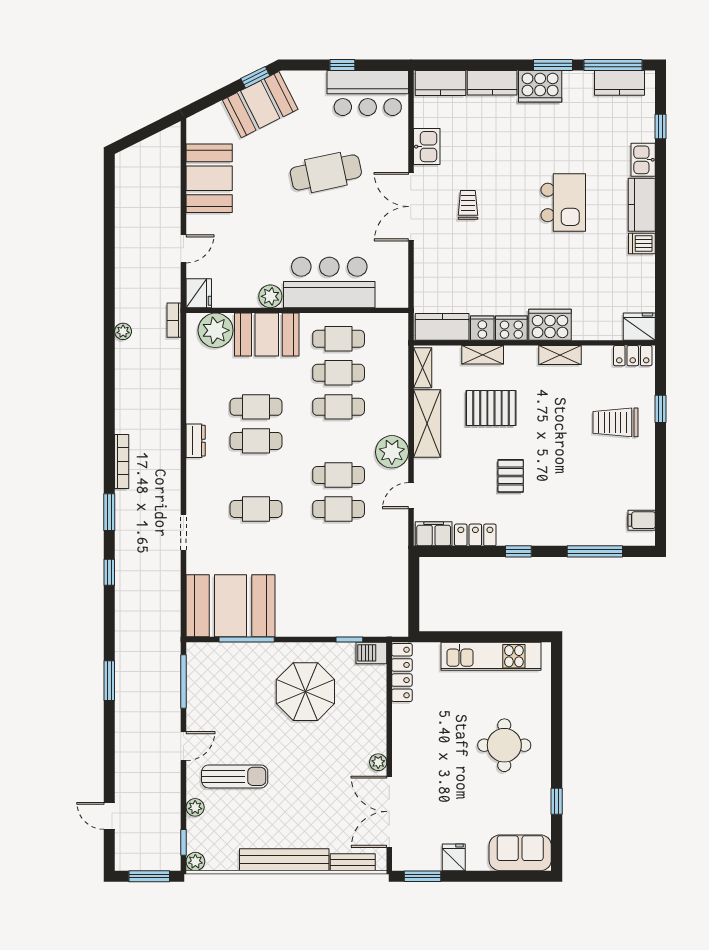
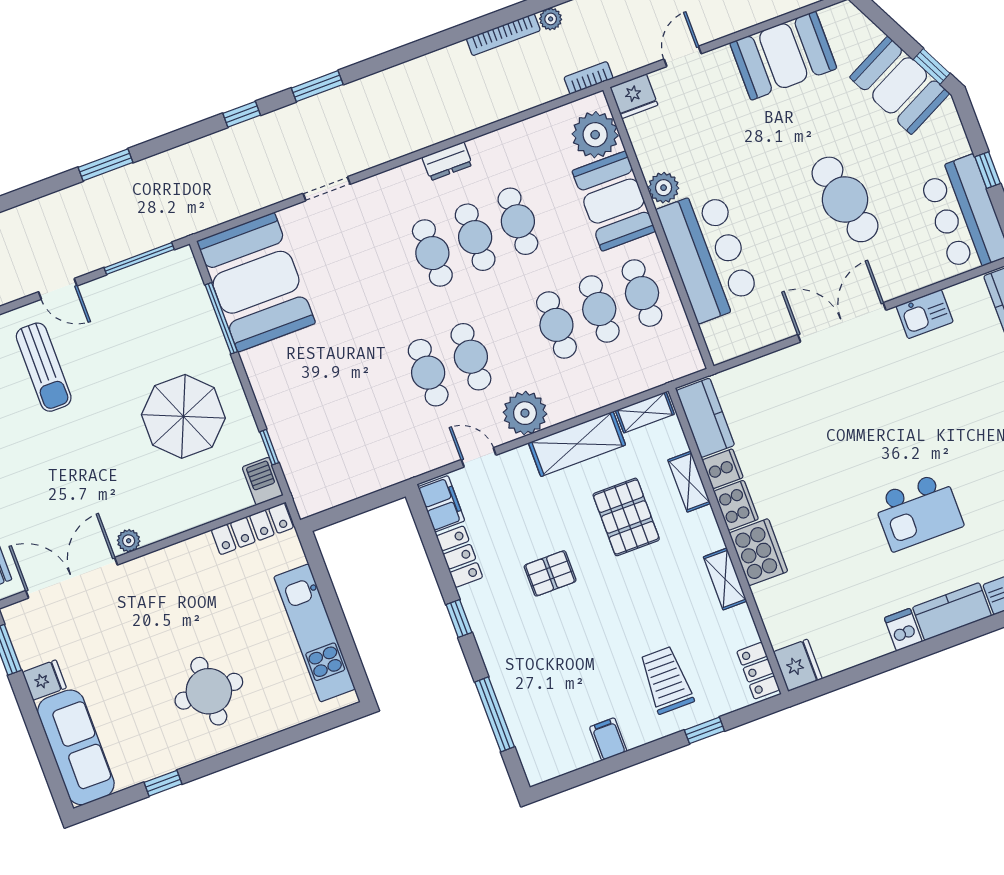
trolley: (468, 205) -> (871, 393), removed
door: (184, 249) -> (683, 56), swing flipped
bookcase: (122, 461) -> (503, 35), moved
cafe table: (256, 509) -> (432, 253), moved
filing cabinet: (642, 520) -> (608, 739), moved
sofa: (520, 853) -> (76, 747), width x1.36

